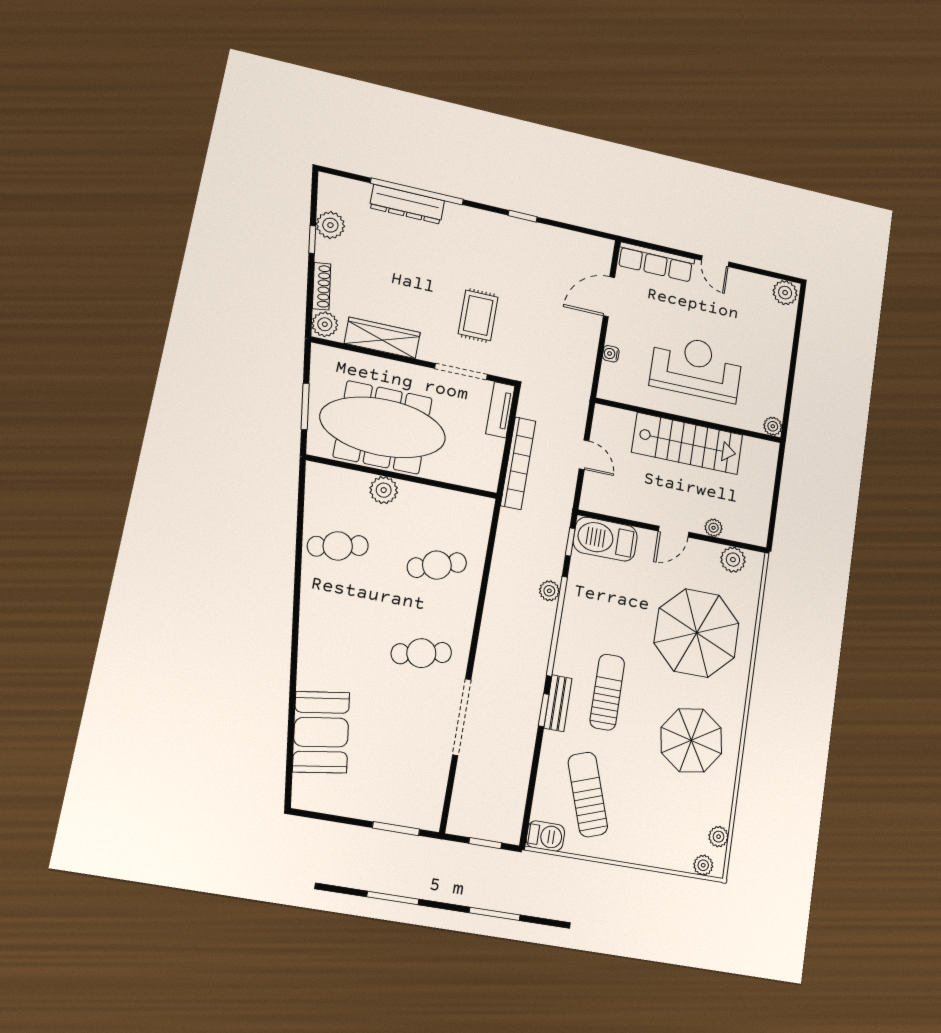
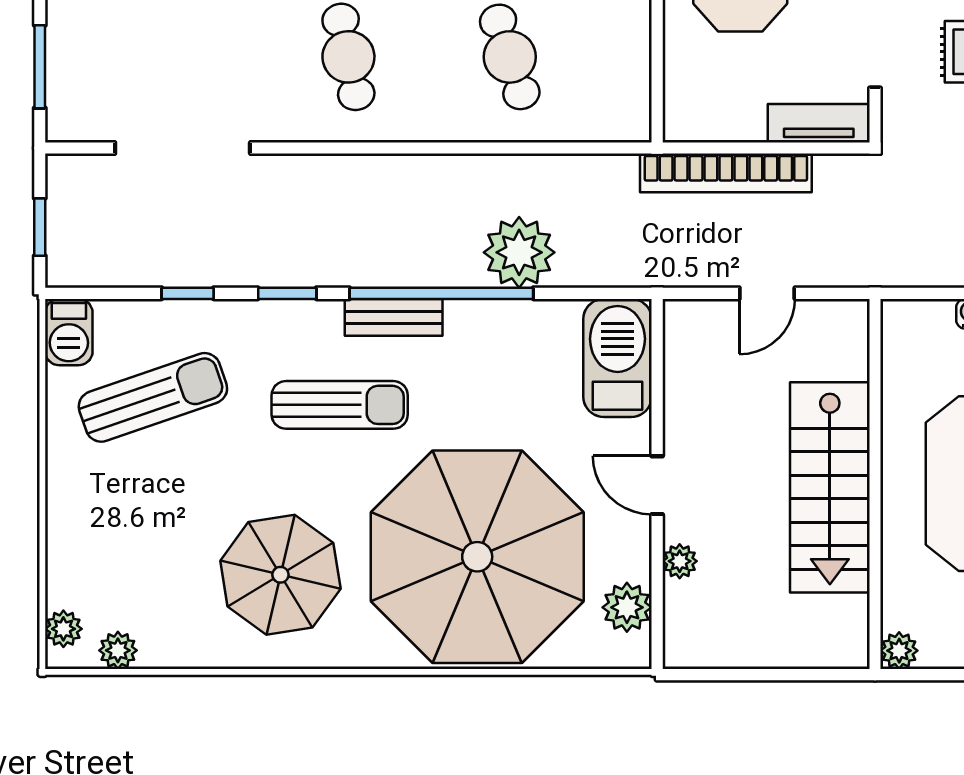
window: (570, 542) -> (188, 293), moved
plant: (549, 591) -> (519, 252), width x1.87, depth x1.87
parasol: (697, 633) -> (477, 557), width x1.36, depth x1.36
bench: (558, 703) -> (394, 317), moved
doorway: (462, 717) -> (183, 148), moved

